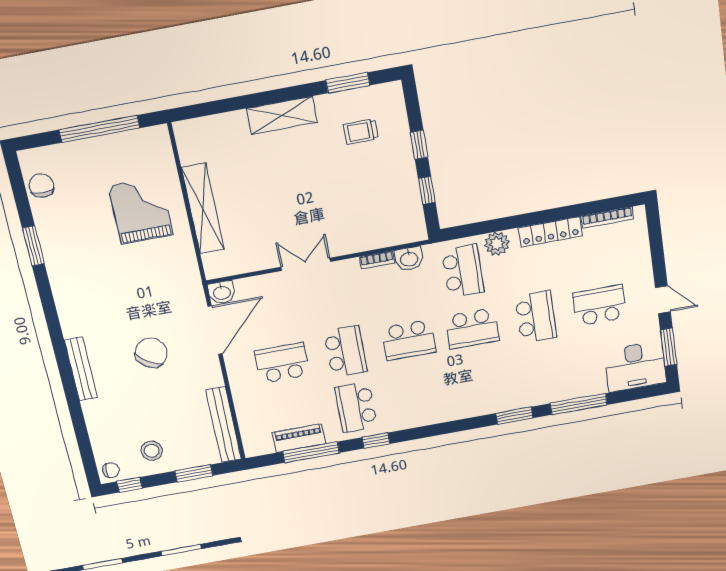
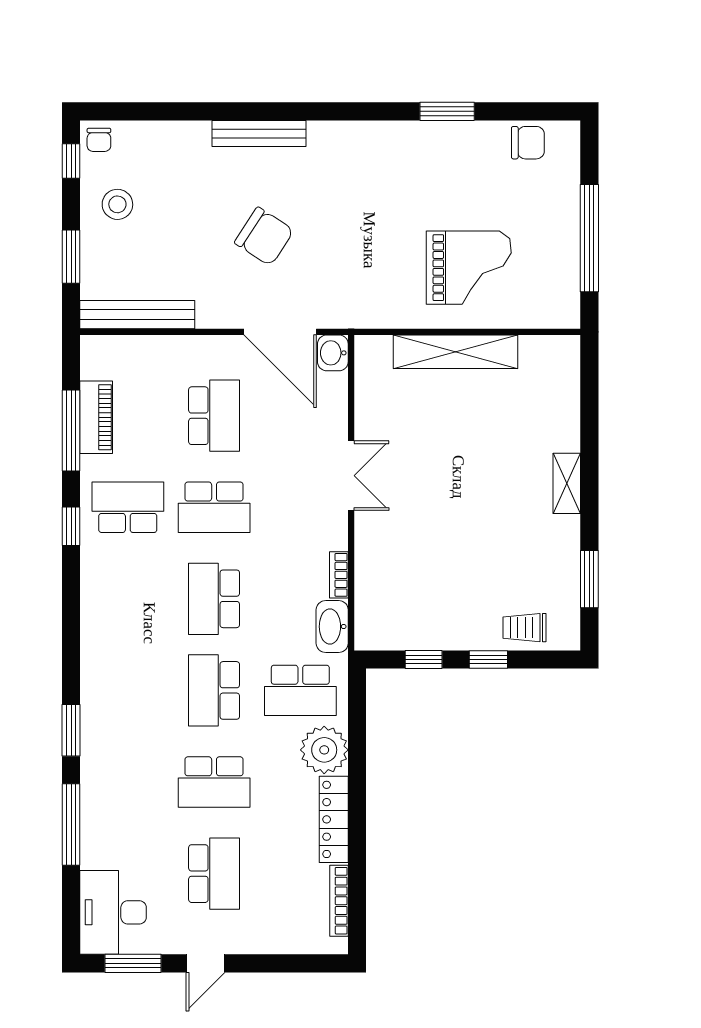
shelving: (282, 115) -> (567, 483), width x0.67, depth x0.75
trolley: (361, 132) -> (524, 628), moved, turned -90
plant: (497, 244) -> (324, 750), width x1.36, depth x1.36
washbasin: (409, 259) -> (332, 627), width x1.38

